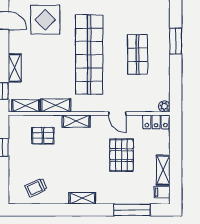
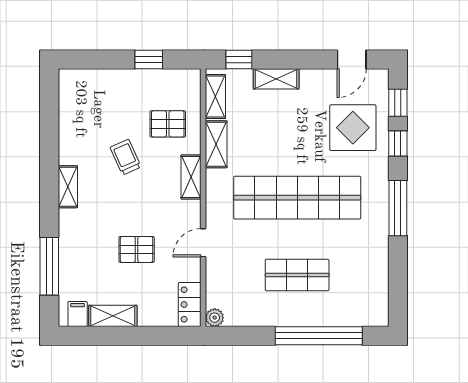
window: (176, 41) -> (319, 336), width x2.11
pallet: (43, 136) -> (168, 124), turned 90
pallet: (122, 155) -> (137, 249), width x0.67, depth x0.71
trolley: (36, 188) -> (126, 157), moved

